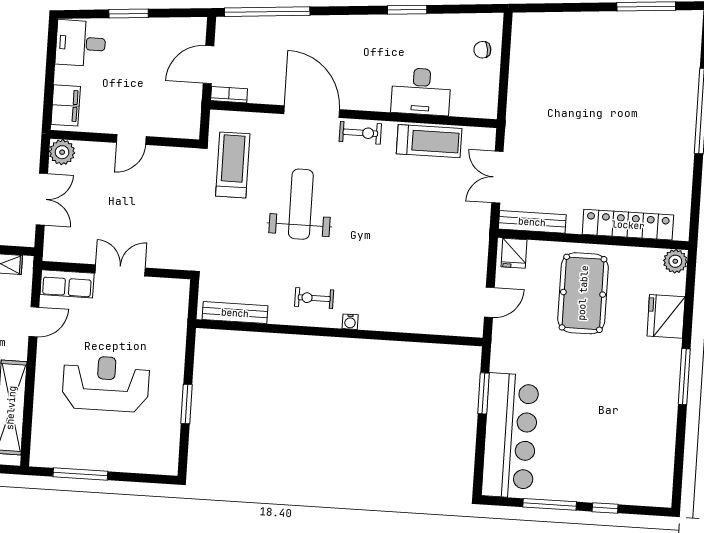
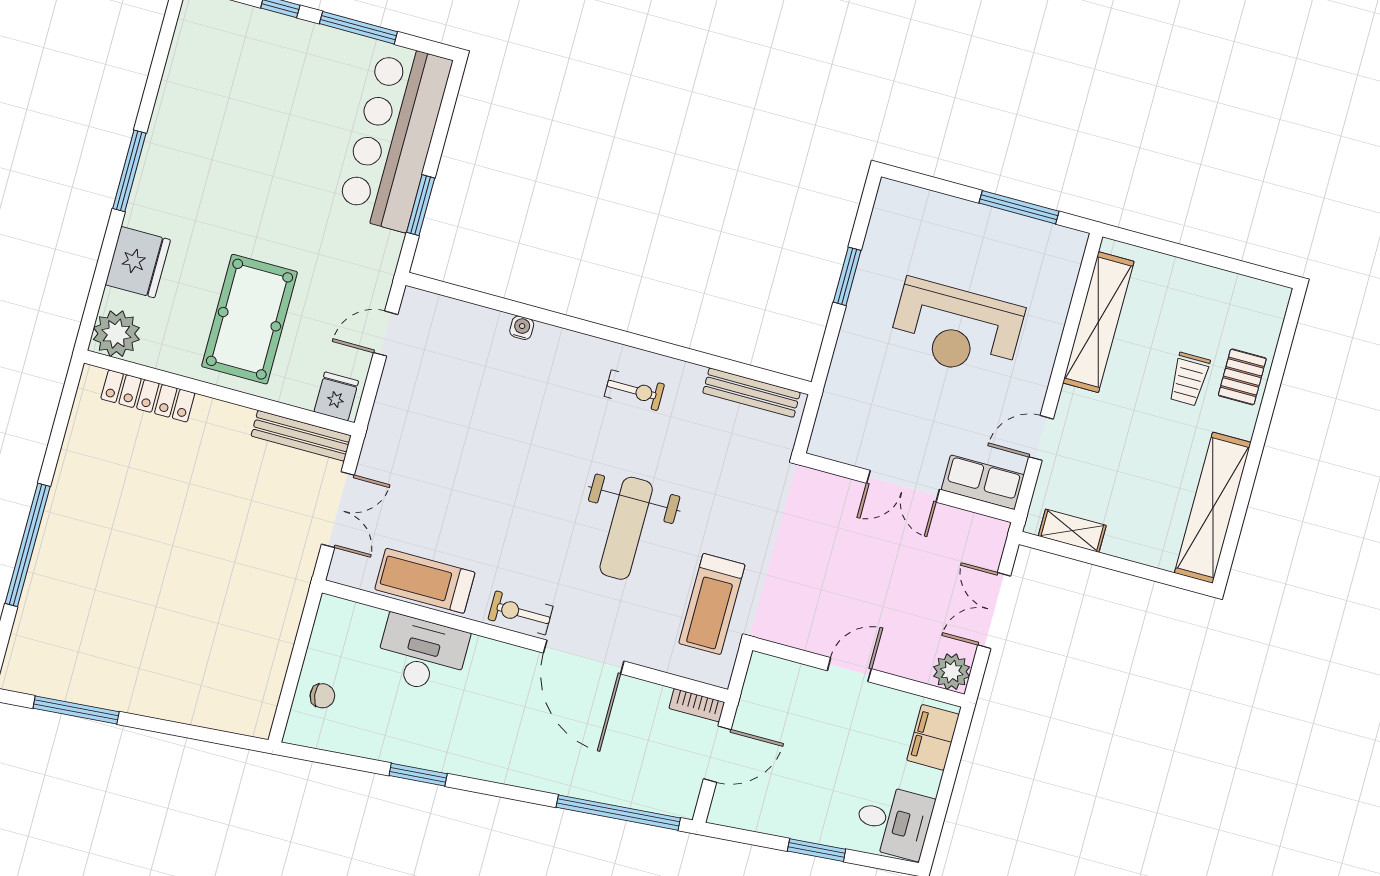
locker: (628, 225) -> (148, 396), width x0.71, depth x0.83
plant: (675, 261) -> (116, 334), width x1.36, depth x1.36
water cooler: (350, 322) -> (522, 328), moved

